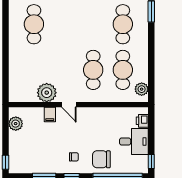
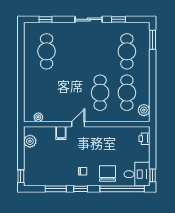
plant: (47, 93) -> (38, 117), moved, width x0.53, depth x0.53
door: (69, 105) -> (78, 124), swing flipped
desk: (134, 142) -> (137, 174), moved
chair: (101, 159) -> (108, 174), turned 90

